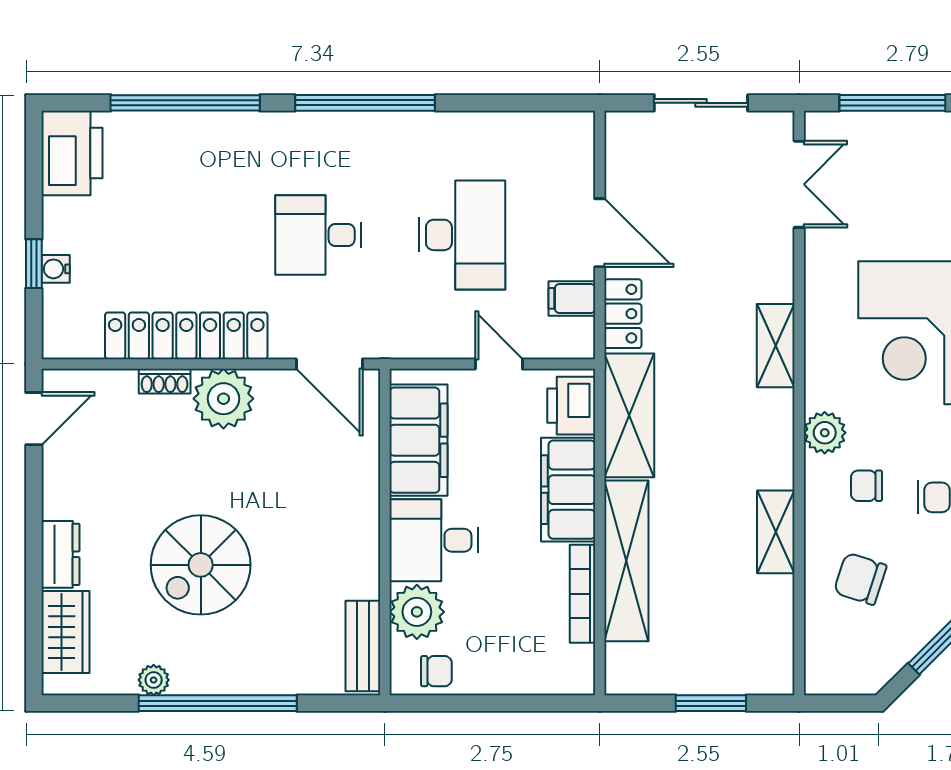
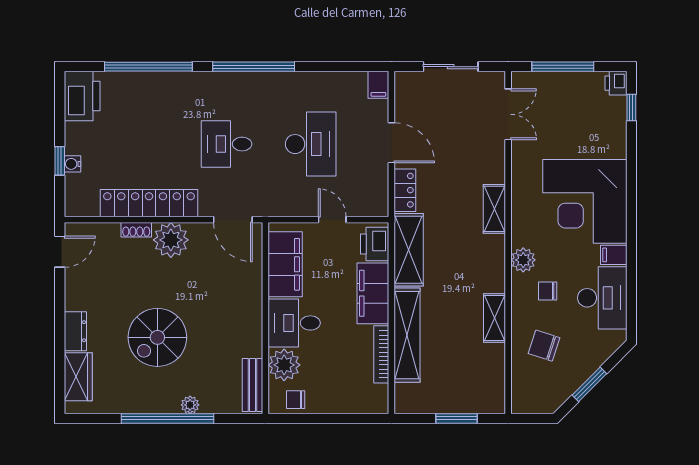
filing cabinet: (572, 298) -> (378, 85), moved, turned -90
chair: (436, 671) -> (296, 400), turned 180
plant: (154, 680) -> (190, 405), moved

